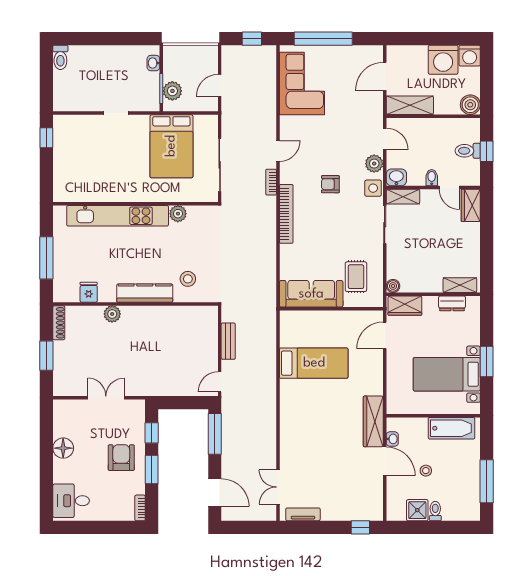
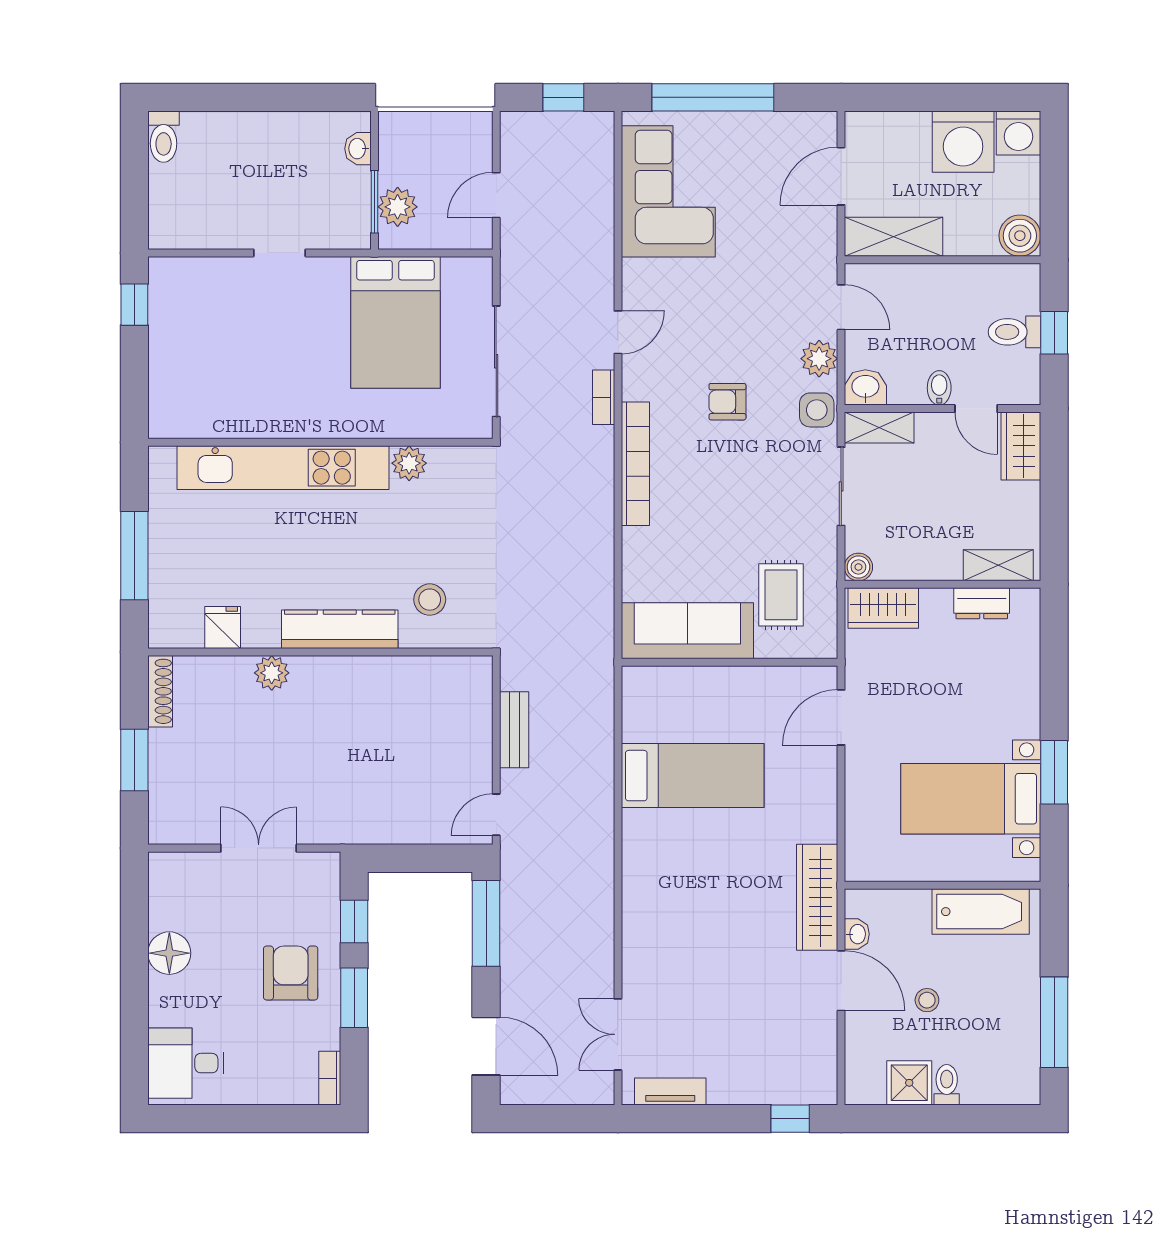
shelving: (460, 285) -> (998, 565), moved
boiler: (393, 286) -> (858, 567), moved
wall: (433, 294) -> (943, 584), moved
dresser: (452, 303) -> (982, 603), moved
wardrobe: (405, 306) -> (883, 608), moved

